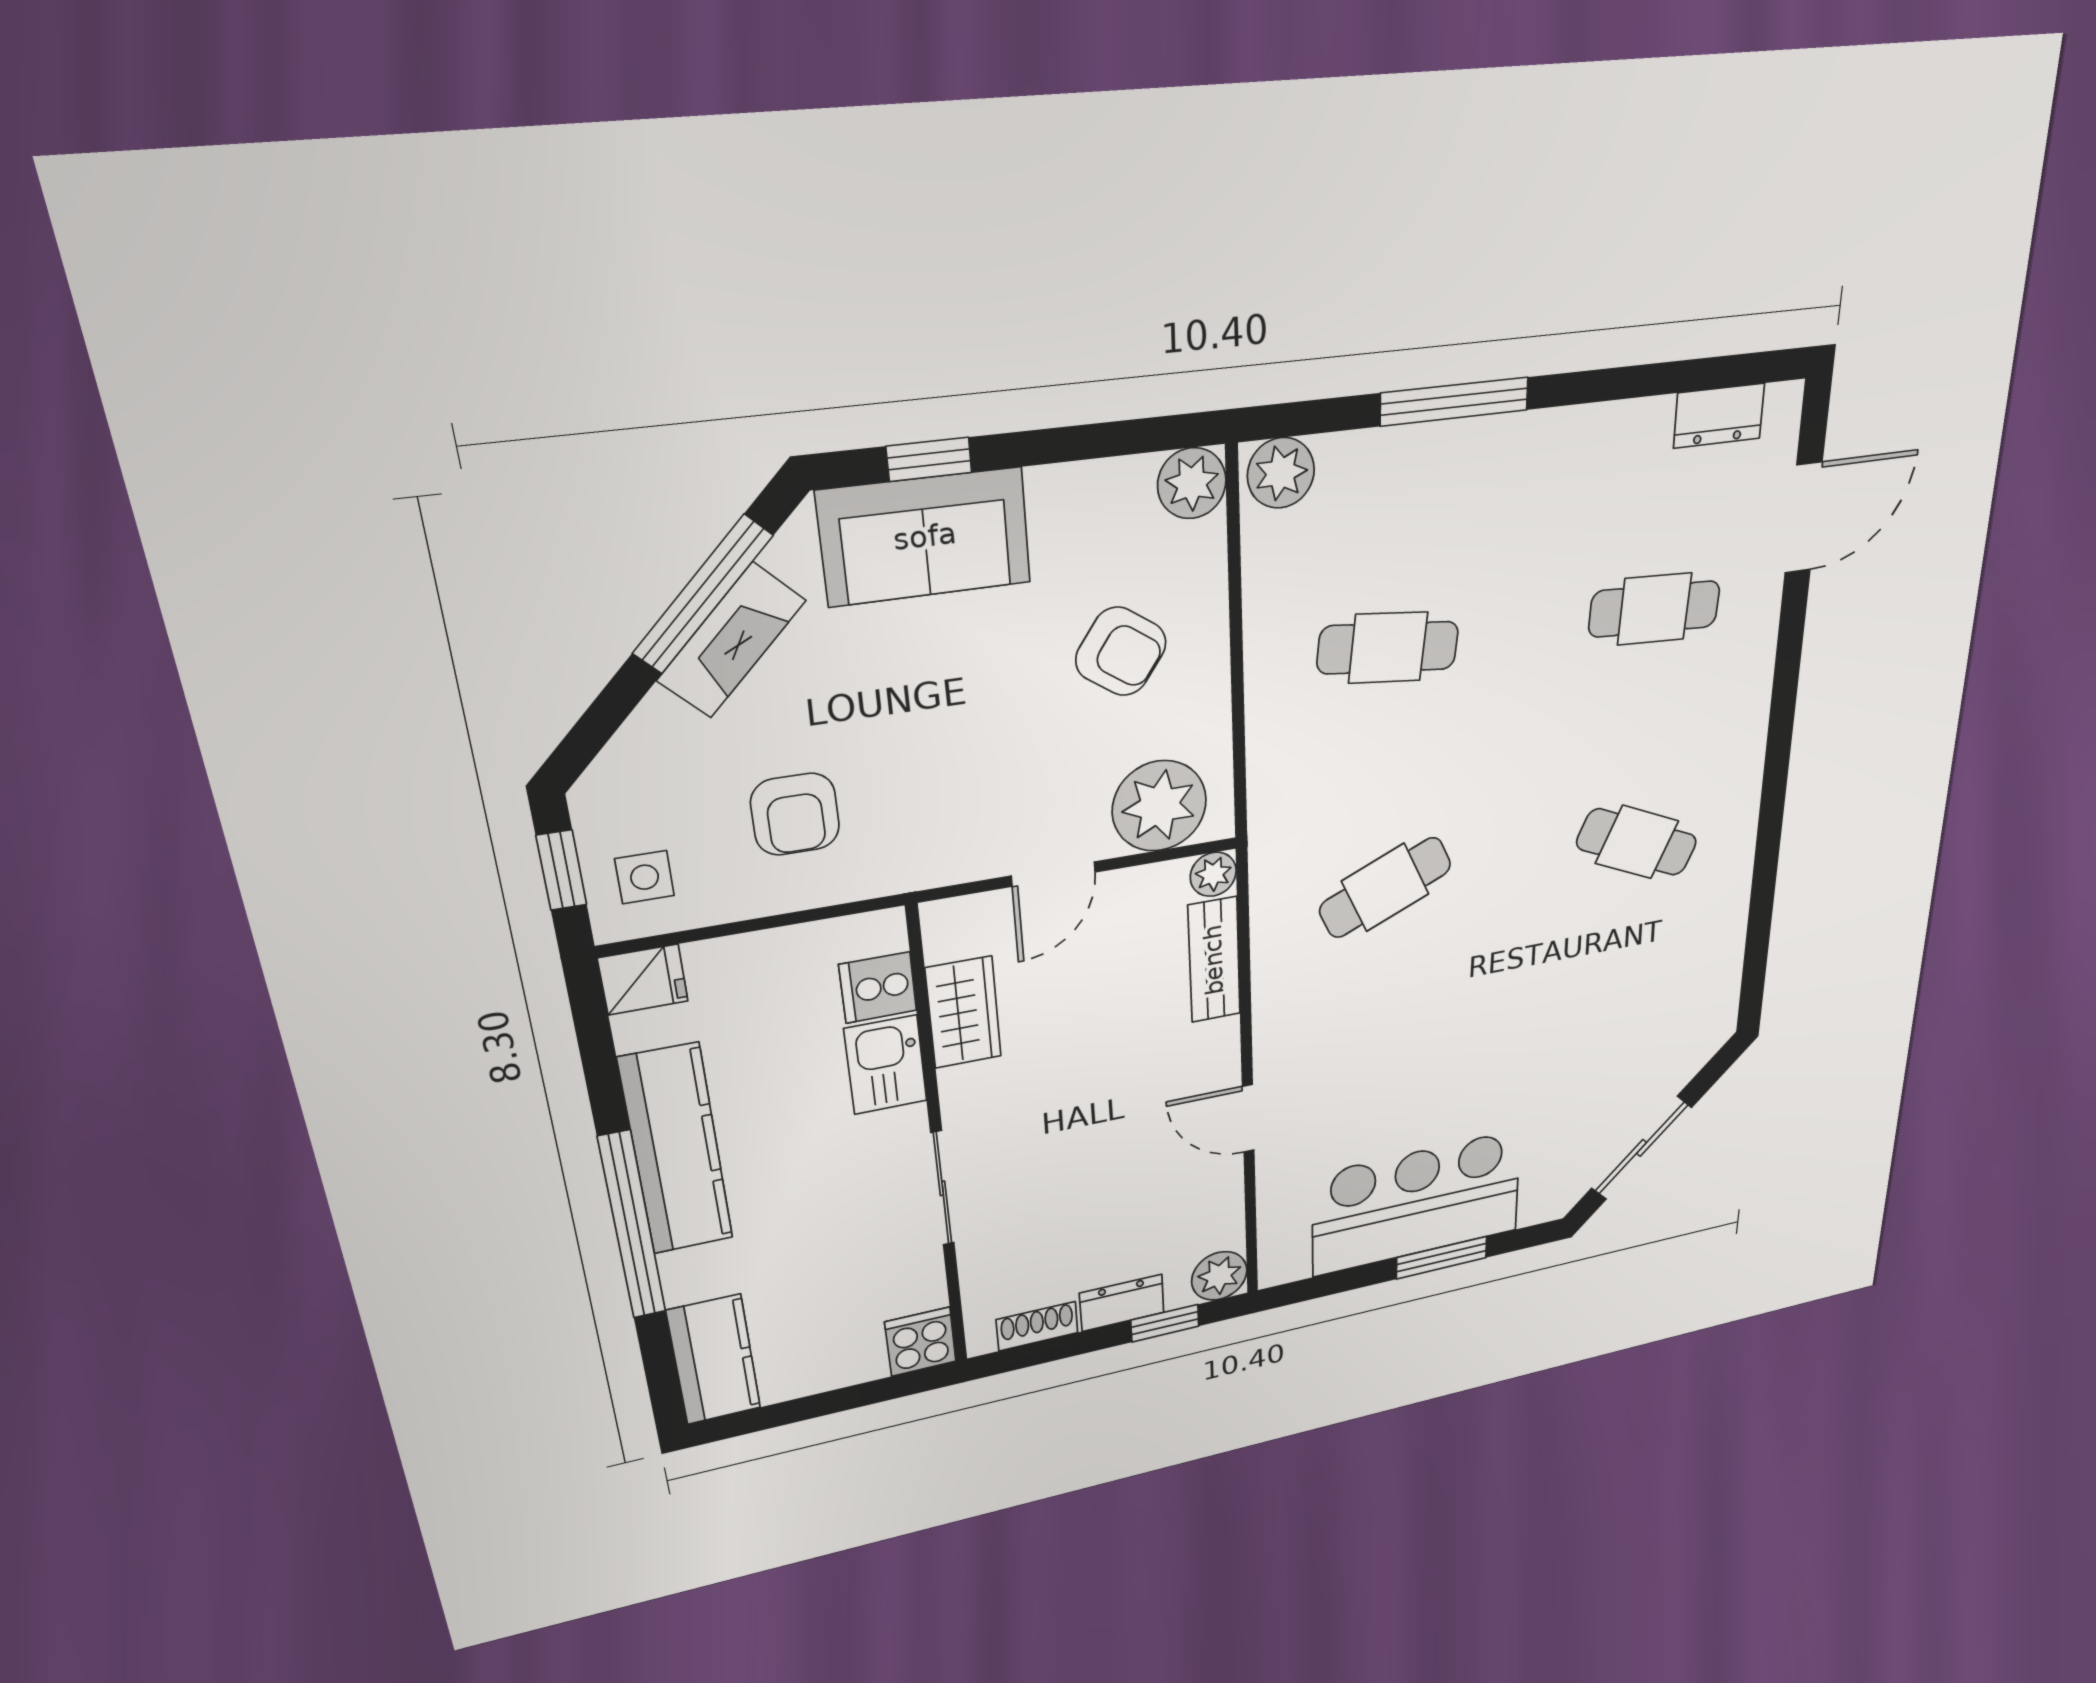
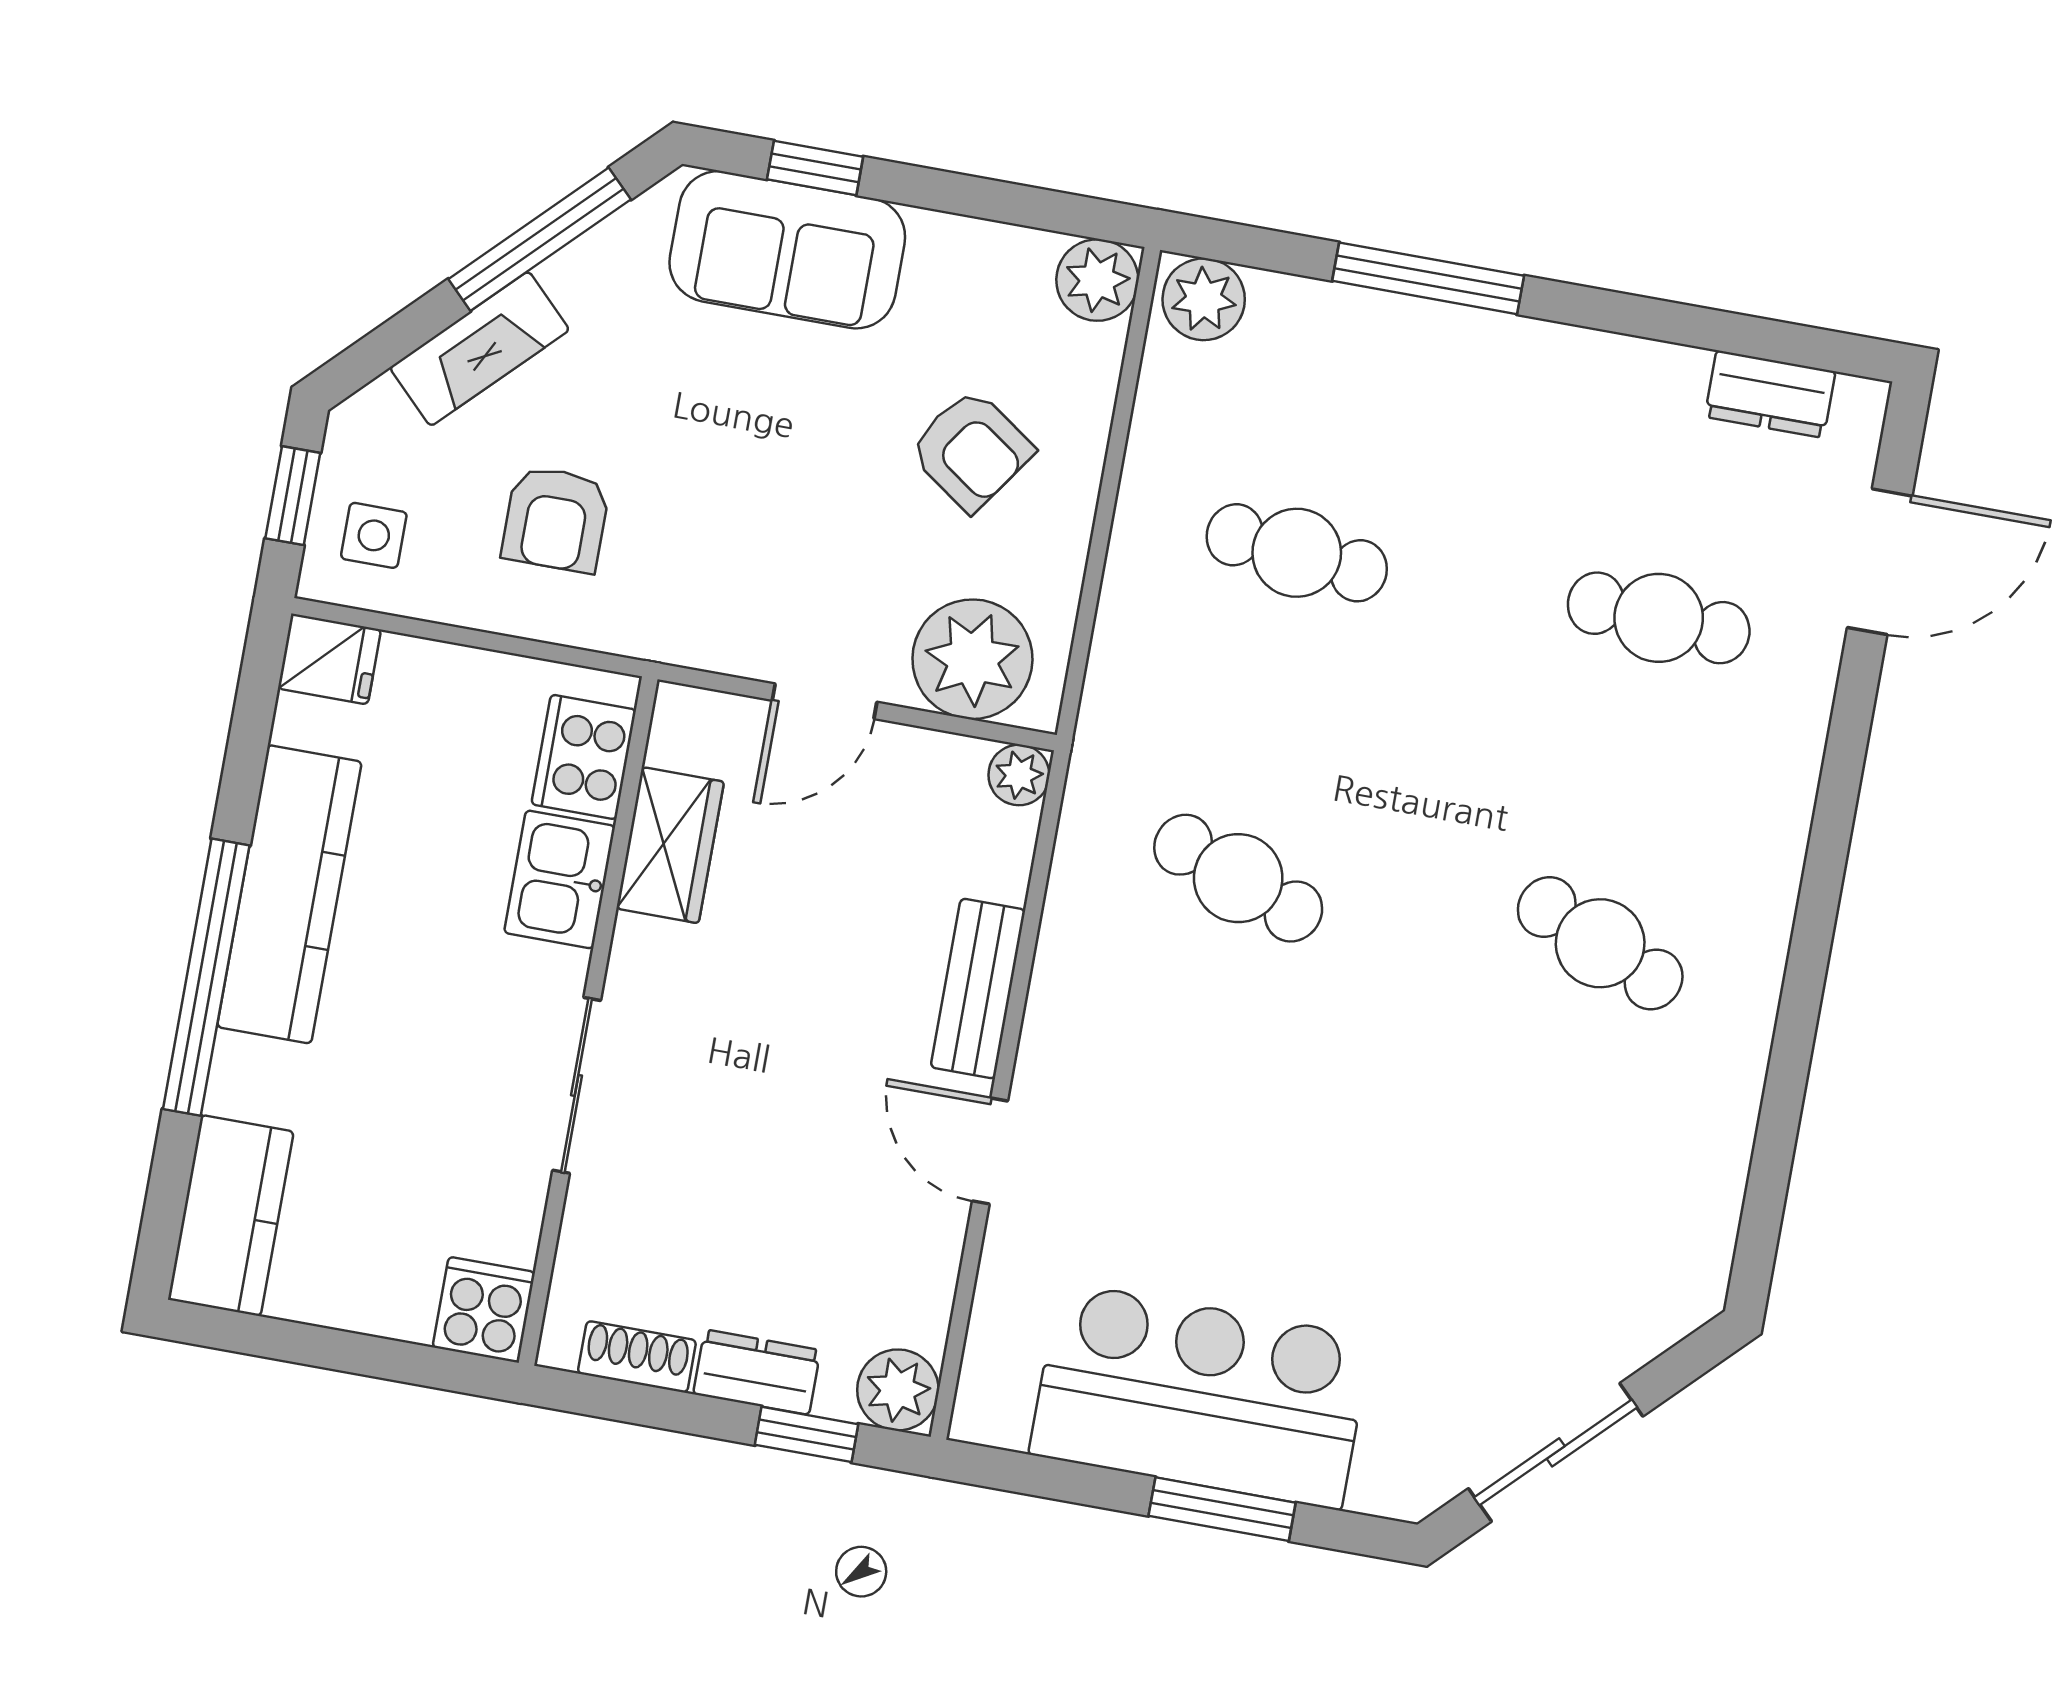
fireplace: (731, 641) -> (480, 349), moved
cafe table: (1385, 888) -> (1238, 878), turned 45
bench: (1214, 960) -> (978, 989), moved
cooker: (878, 988) -> (584, 757), width x1.36

